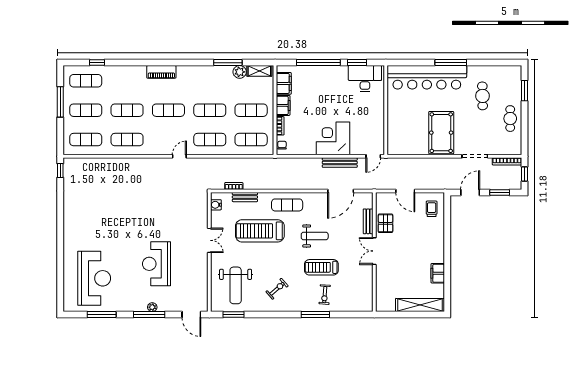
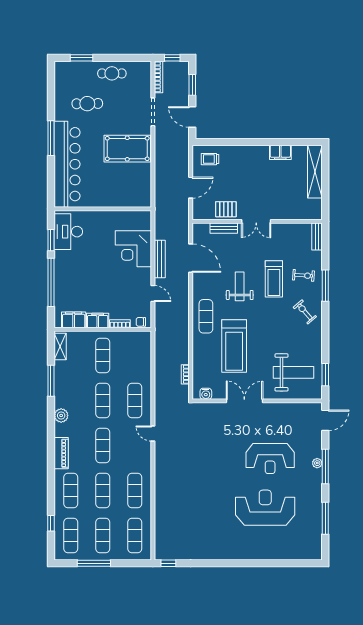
plant: (240, 72) -> (61, 415), moved
corner desk: (333, 138) -> (133, 249), moved
exercise mat: (251, 140) -> (71, 490), moved
door: (373, 156) -> (153, 294), moved
bench: (245, 197) -> (317, 236), moved
double door: (209, 240) -> (244, 401), width x1.37
reception desk: (94, 278) -> (265, 508), moved
exercise bike: (277, 289) -> (305, 312), moved

